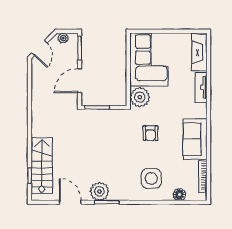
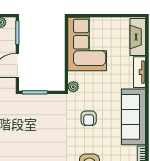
plant: (140, 97) -> (73, 87), width x0.53, depth x0.53
sofa: (195, 139) -> (134, 117), width x1.36

